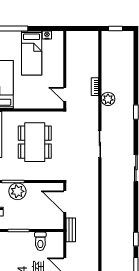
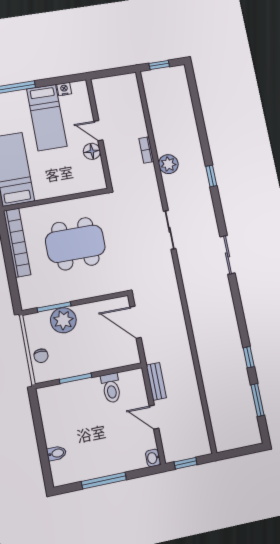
floor lamp: (58, 81) -> (92, 151), added
door: (65, 94) -> (98, 131), moved
dining table: (35, 142) -> (75, 244), turned 90
bench: (71, 230) -> (156, 381), moved

